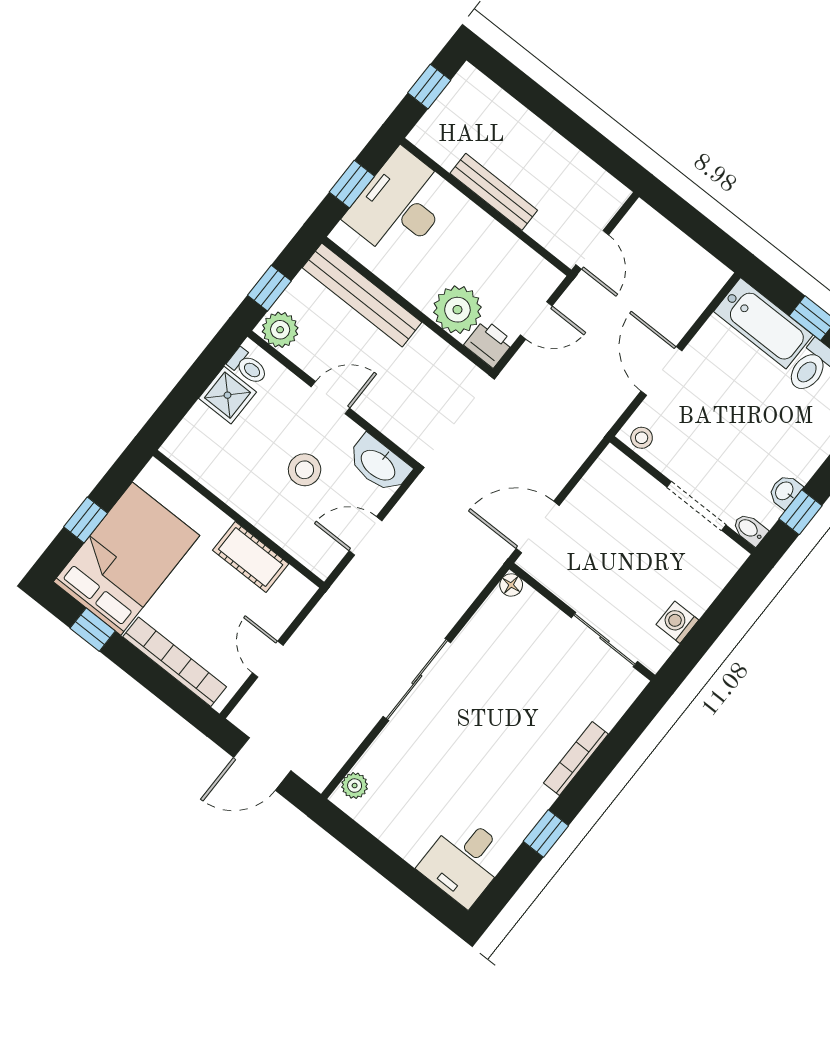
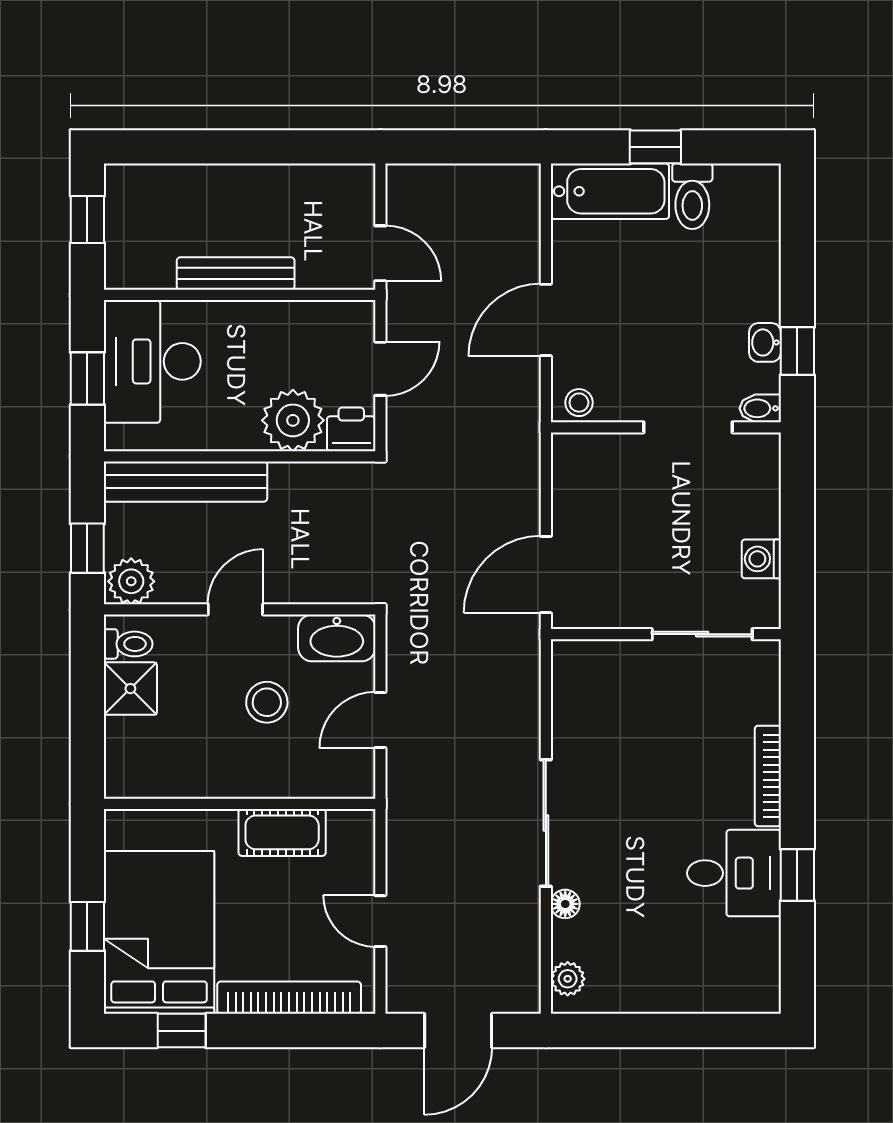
door: (661, 371) -> (546, 320), hinge flipped
floor lamp: (511, 585) -> (565, 904), moved
desk: (464, 861) -> (734, 873), moved, turned -90

